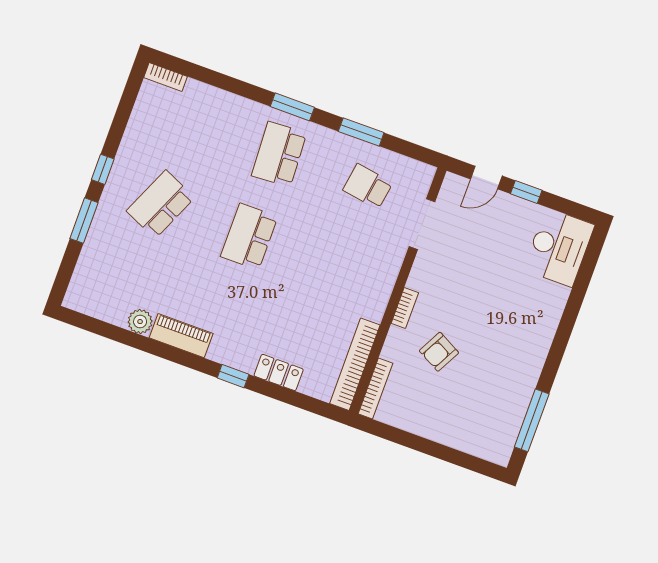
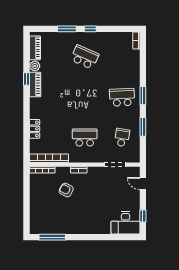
window: (526, 192) -> (143, 216), moved
school desk: (249, 237) -> (85, 137), moved
piano: (100, 307) -> (35, 48), added
window: (233, 376) -> (26, 79), moved

